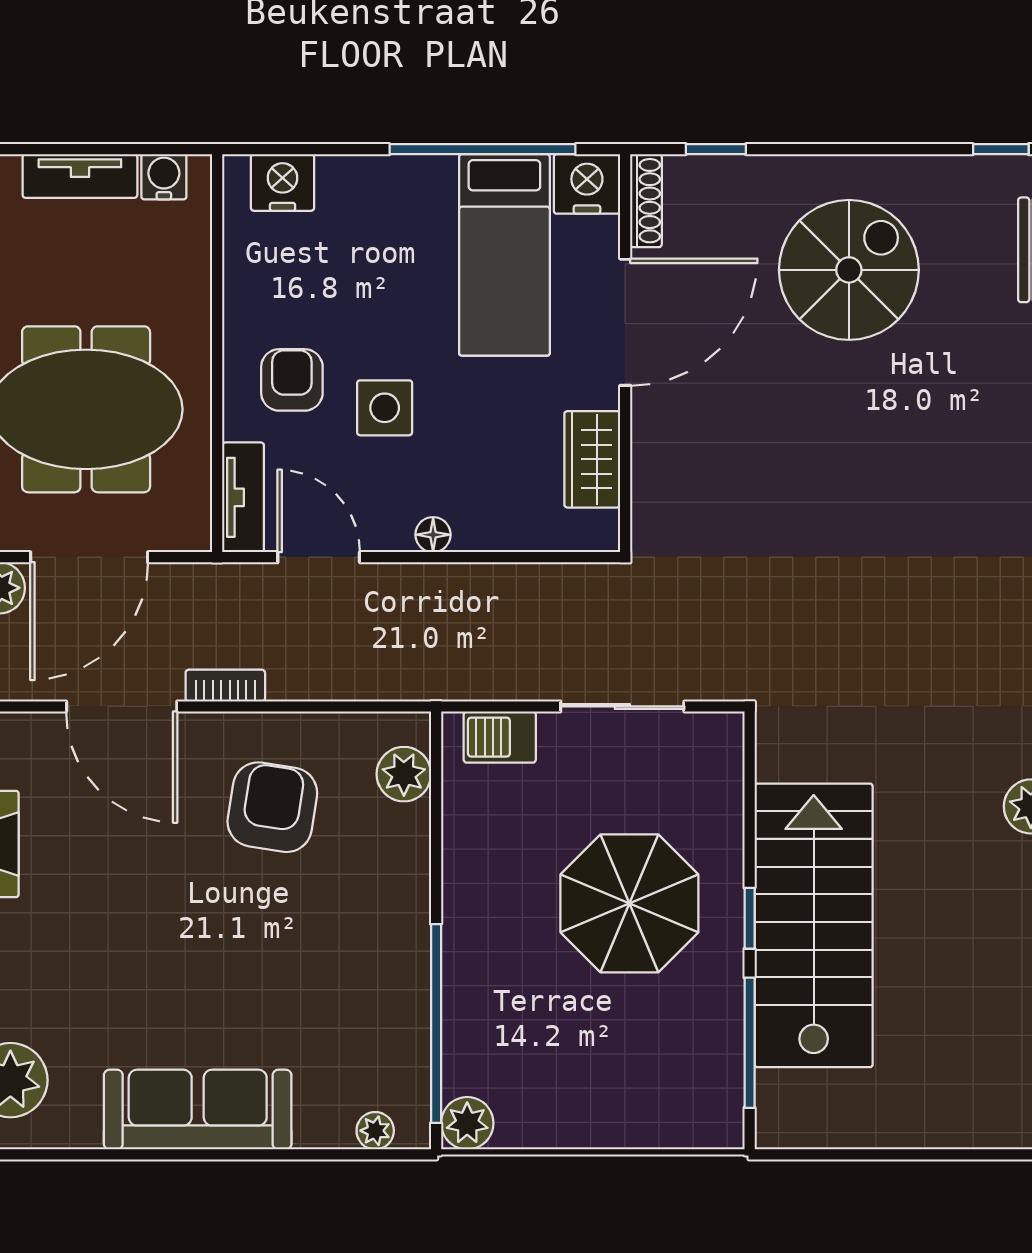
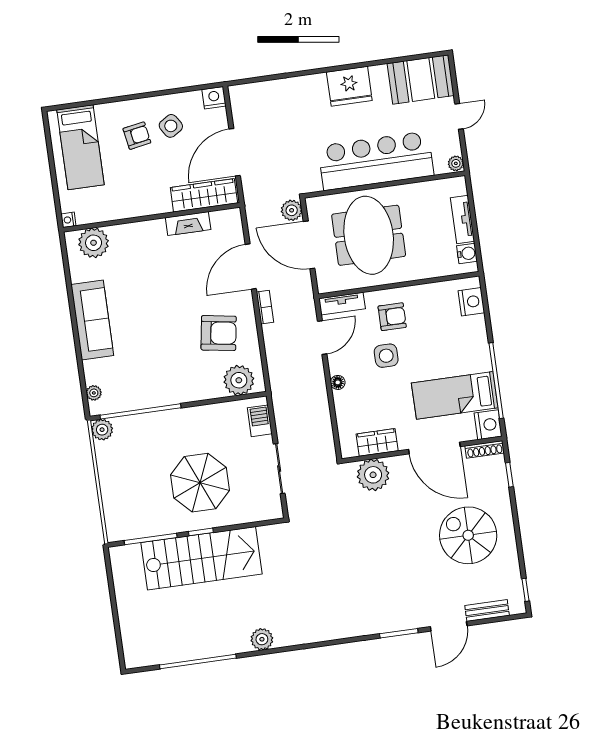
spiral stairs: (849, 270) -> (468, 535), turned 180
plant: (670, 480) -> (373, 475), added
plant: (404, 774) -> (239, 380), width x1.36, depth x1.36

